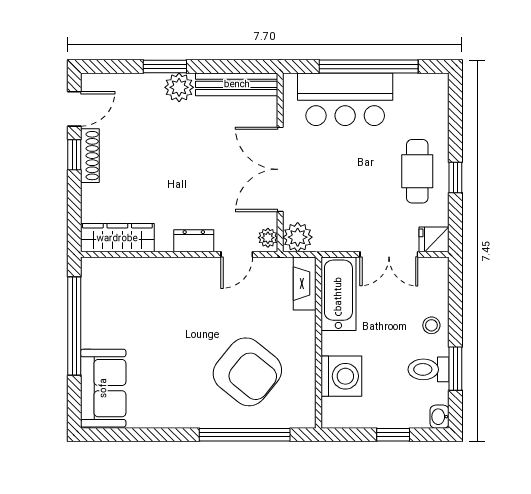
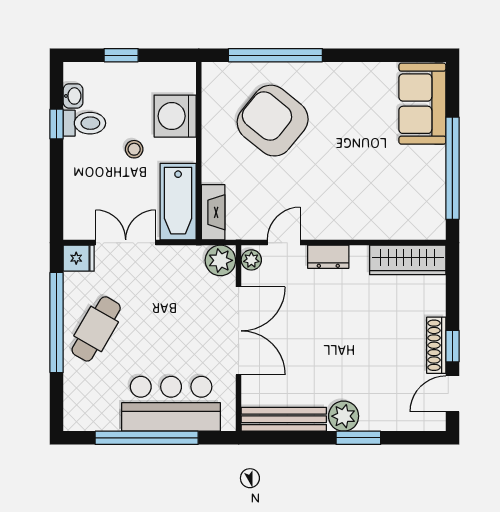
cafe table: (417, 171) -> (96, 329), turned 30
window: (455, 177) -> (57, 322), width x3.17
stool: (431, 325) -> (134, 149), moved
window: (455, 369) -> (57, 124), width x0.67
washbasin: (440, 417) -> (73, 96), moved

